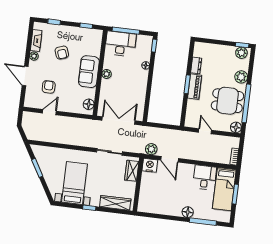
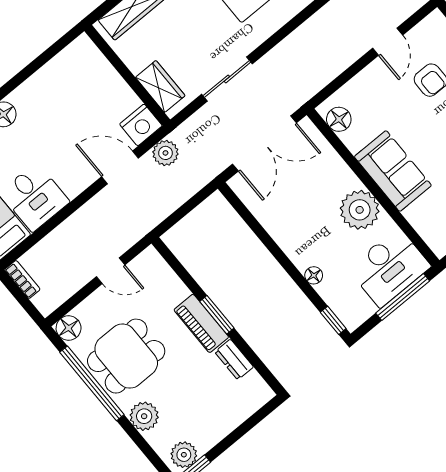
plant: (107, 74) -> (360, 210), width x1.87, depth x1.87

